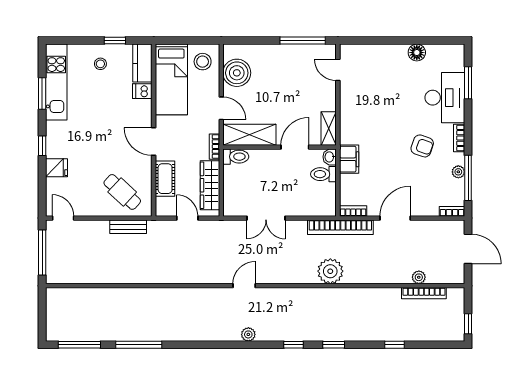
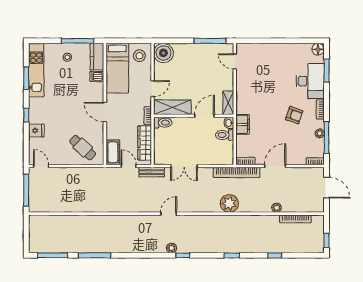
window: (115, 41) -> (77, 41), width x2.17
floor lamp: (417, 53) -> (318, 49), moved
boiler: (237, 73) -> (163, 53), moved
door: (221, 108) -> (153, 89), hinge flipped
cot: (165, 179) -> (113, 152), moved
bench: (128, 227) -> (152, 172), moved
plant: (419, 277) -> (277, 208), moved
window: (294, 345) -> (183, 255), moved

